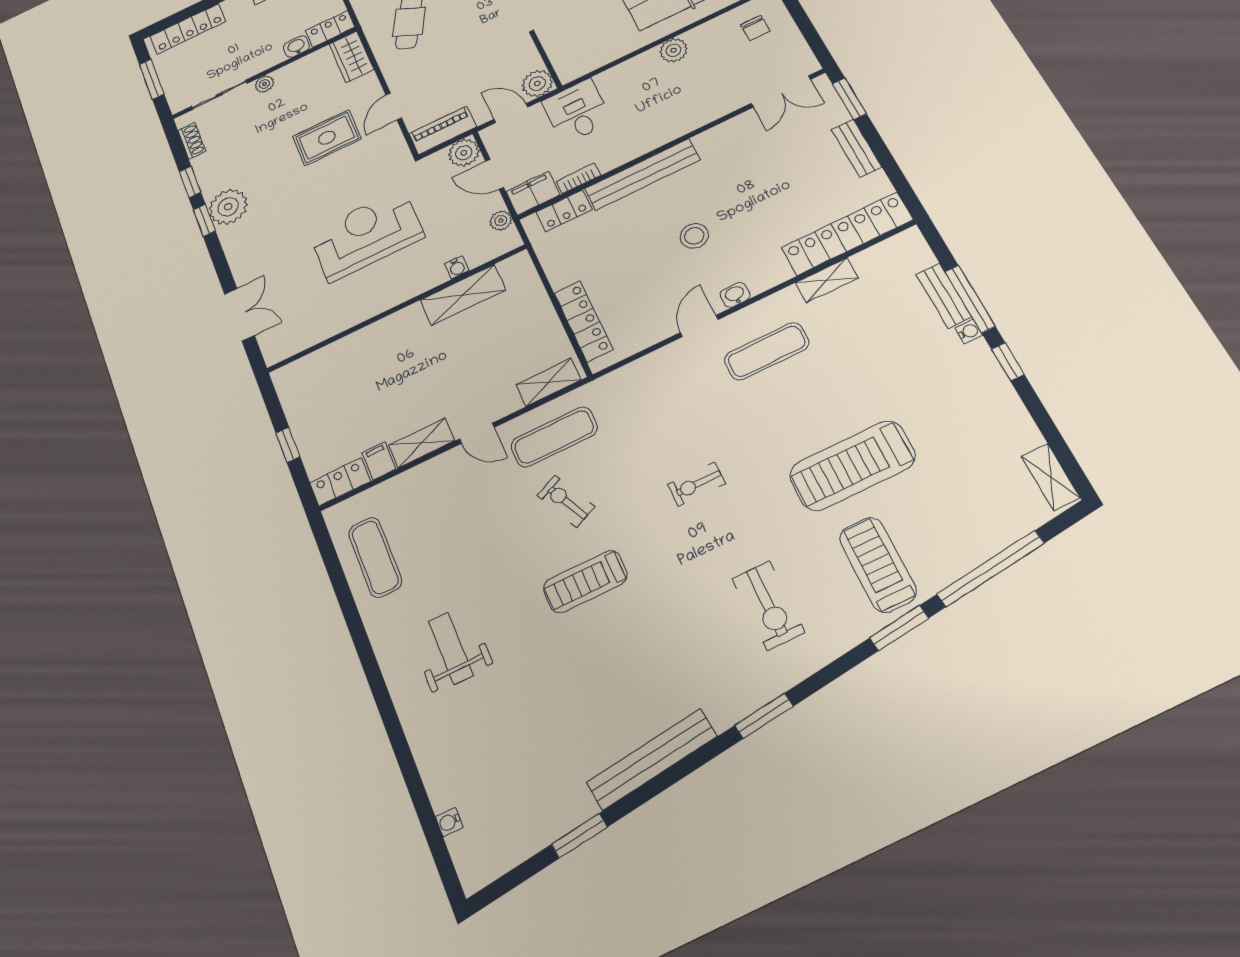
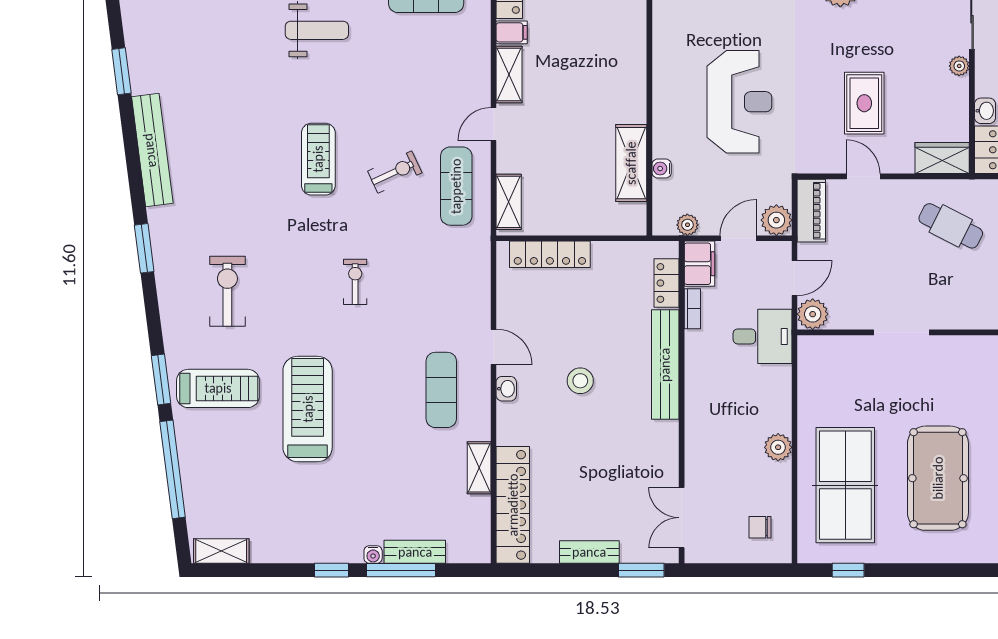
exercise bike: (768, 605) -> (227, 291), turned 90

